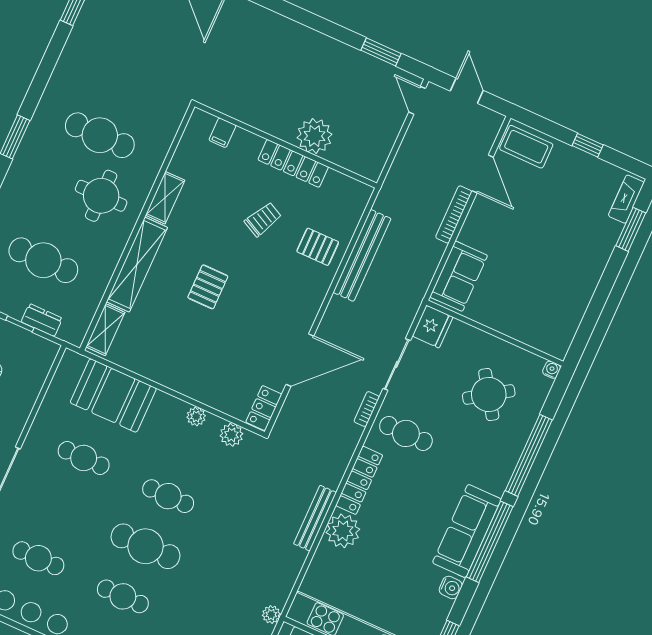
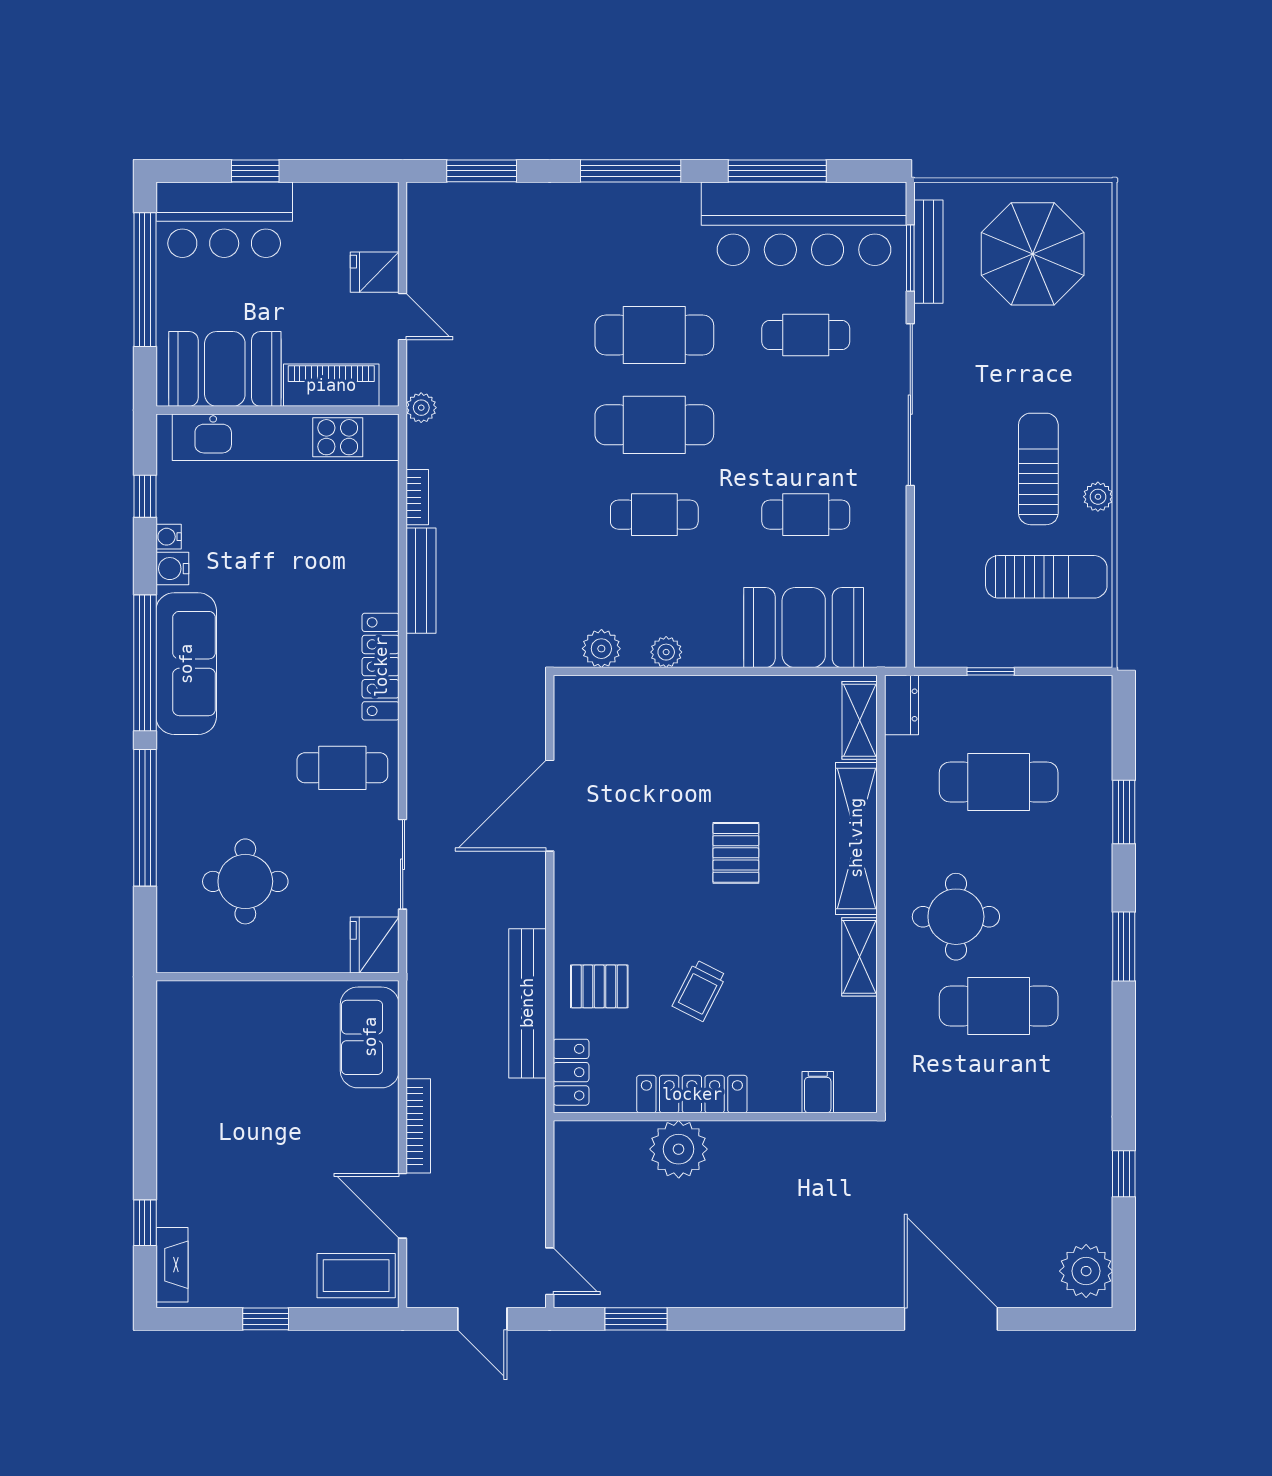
window: (631, 229) -> (145, 1223), width x0.67
dresser: (42, 320) -> (901, 705), moved, turned -90
water cooler: (551, 370) -> (169, 537), moved, turned 90
round table: (489, 394) -> (245, 881), turned 34
locker: (264, 408) -> (571, 1072), moved
bookcase: (367, 409) -> (417, 497), moved
plant: (343, 531) -> (371, 580), removed
cafe table: (123, 596) -> (654, 335), width x1.37, depth x1.35

